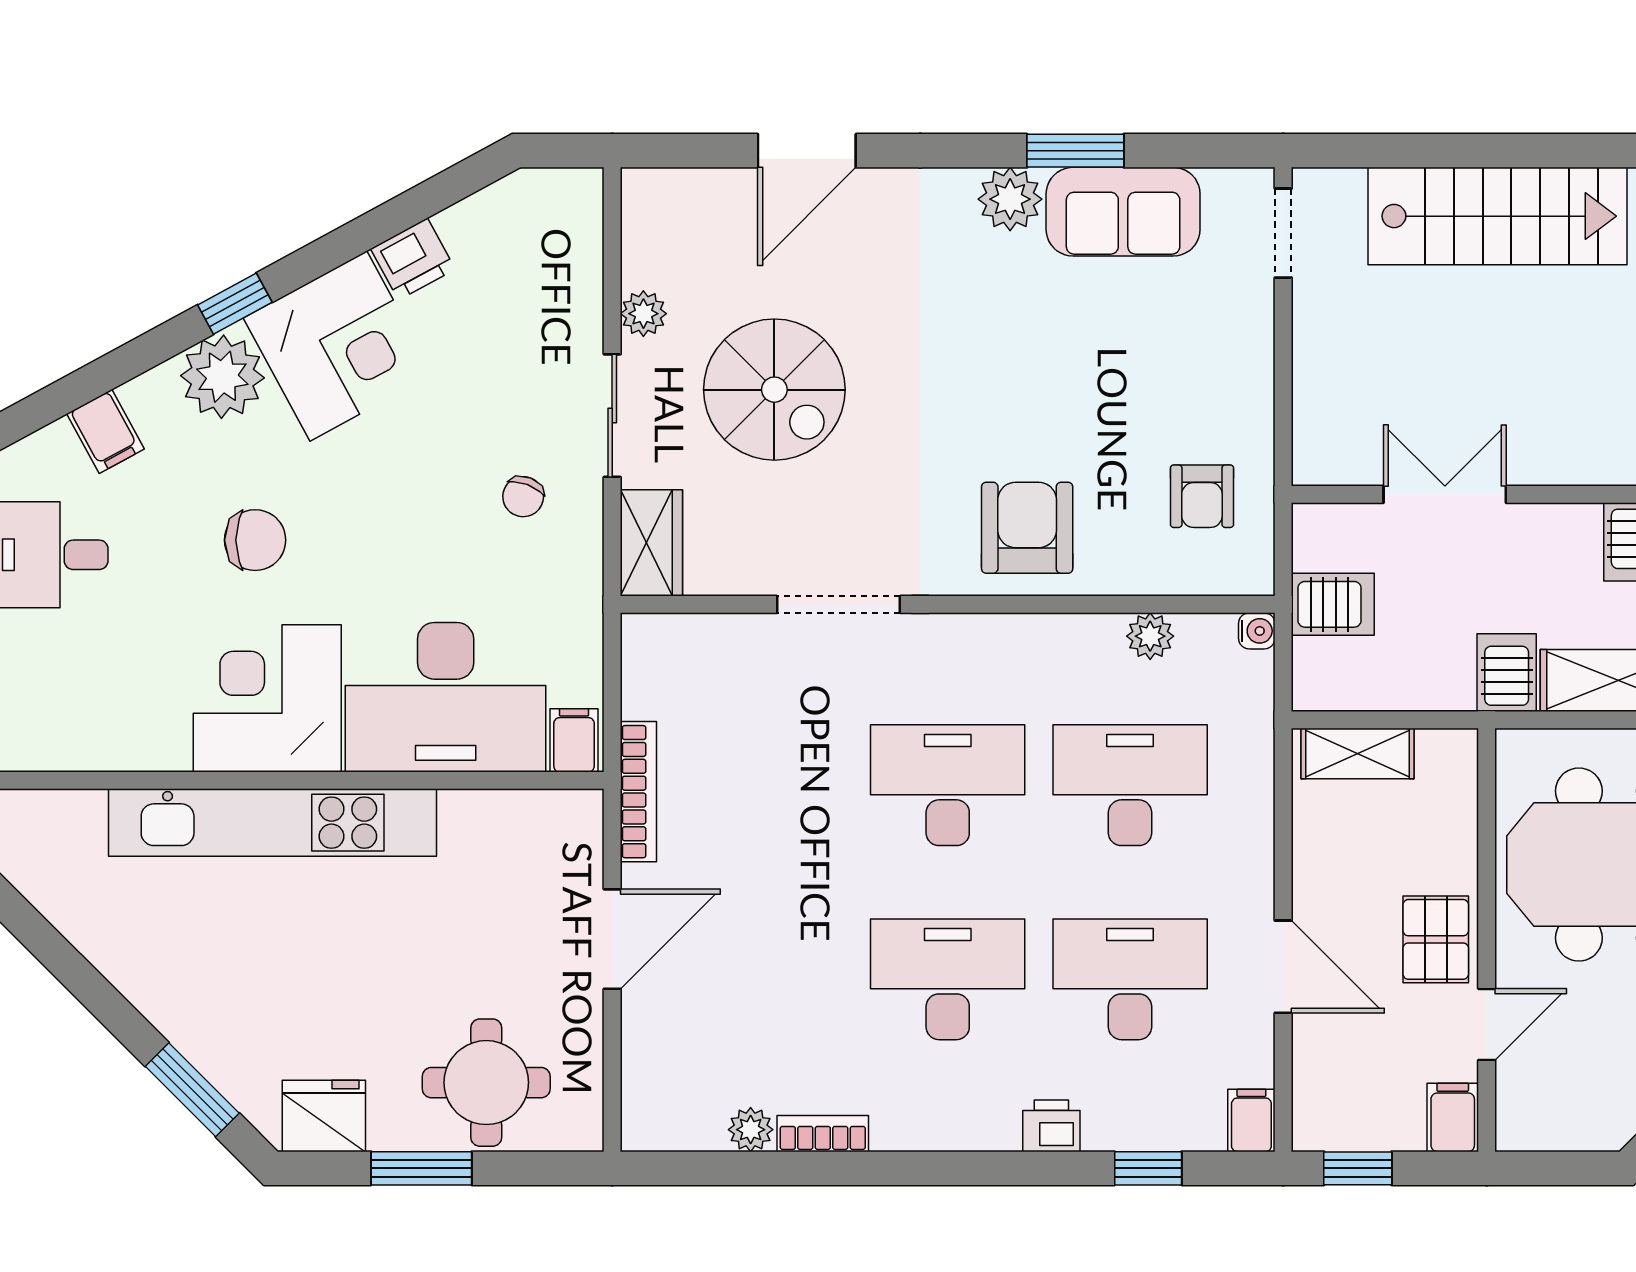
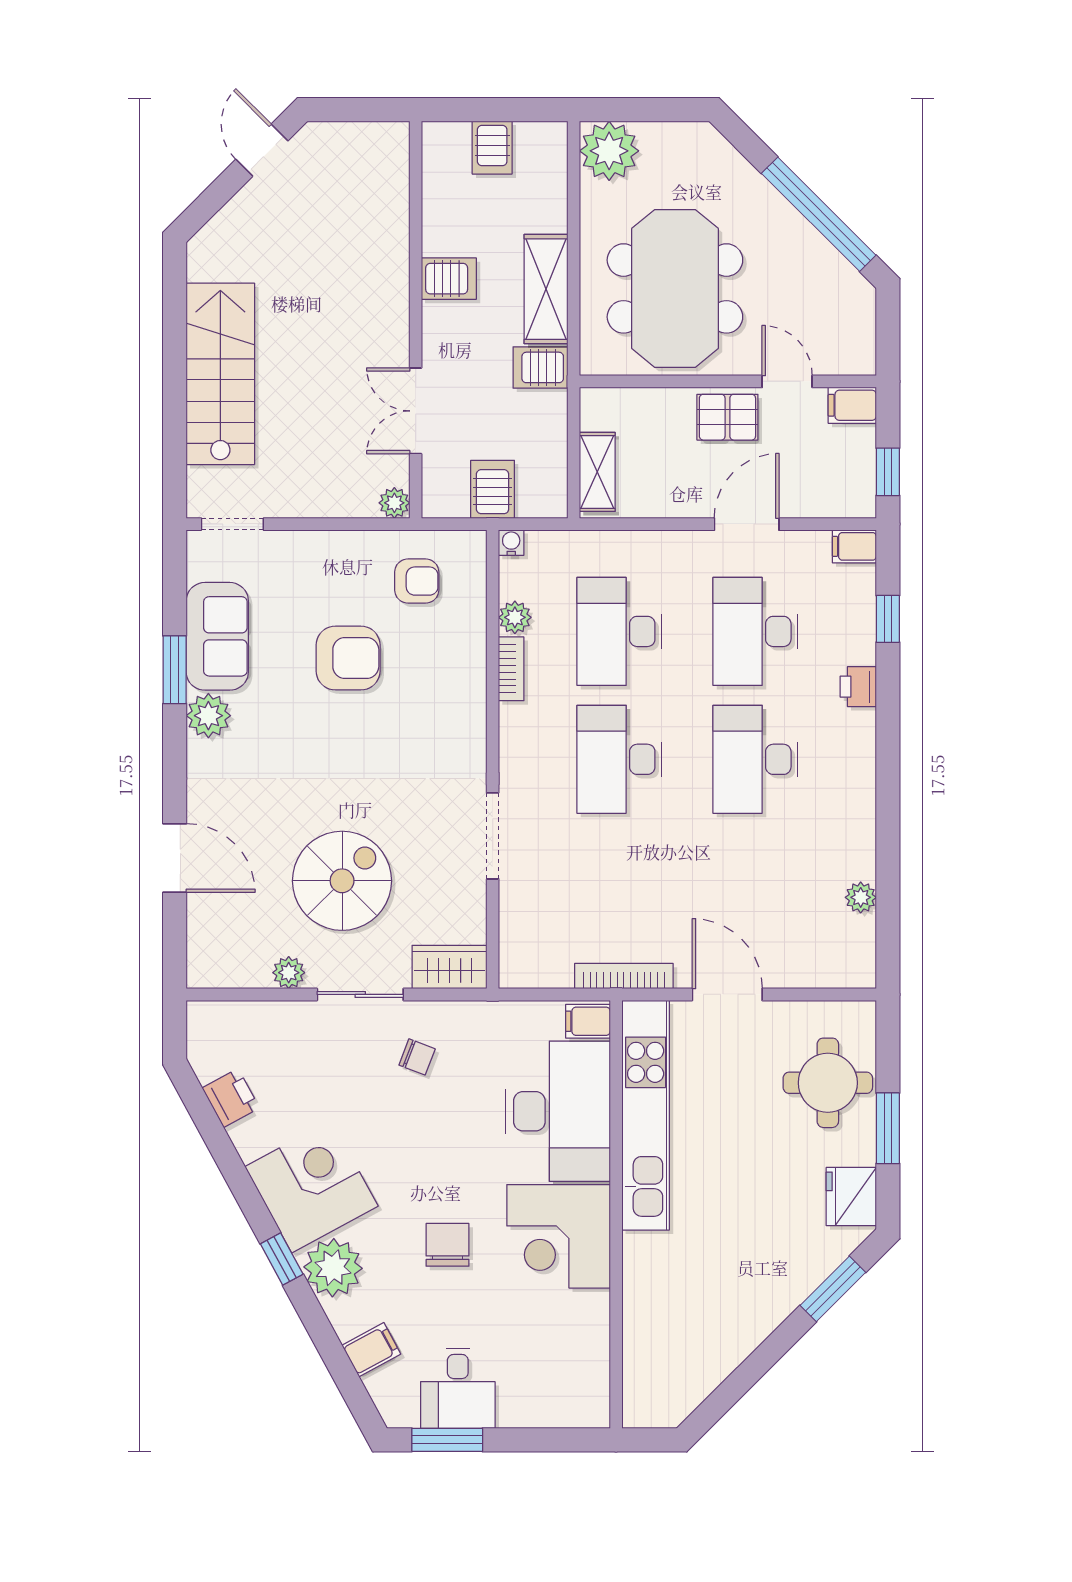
printer: (413, 259) -> (231, 1098), moved
plant: (1313, 464) -> (394, 503), added
armchair: (1027, 528) -> (348, 658), moved, turned 180
kitchen unit: (272, 823) -> (646, 1115), moved
bookcase: (823, 1134) -> (511, 669), moved, turned 180

